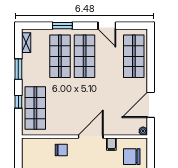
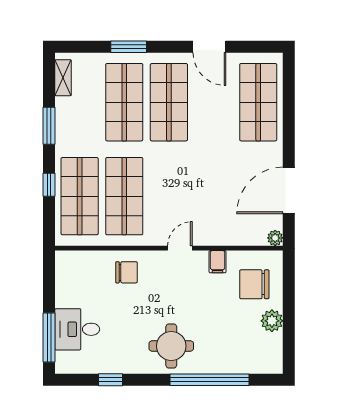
shop shelf: (60, 108) -> (124, 196), added
door: (91, 137) -> (180, 248), width x0.53

